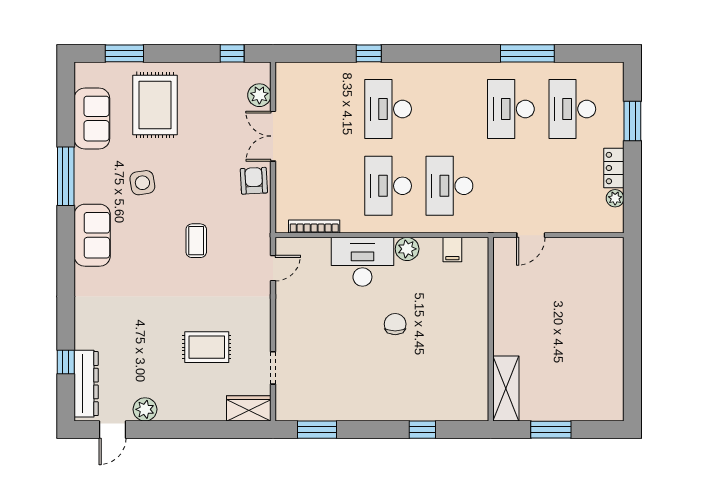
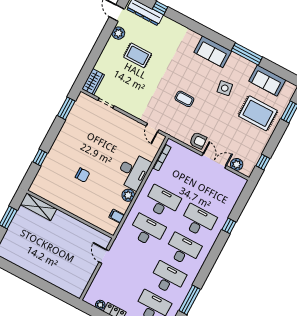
desk: (449, 109) -> (183, 250), added
chair: (395, 324) -> (82, 175), moved
rug: (207, 347) -> (138, 55), moved, turned 90

